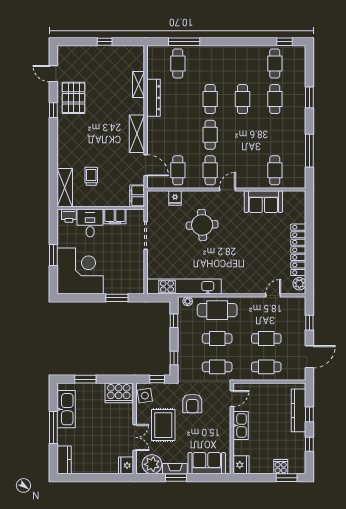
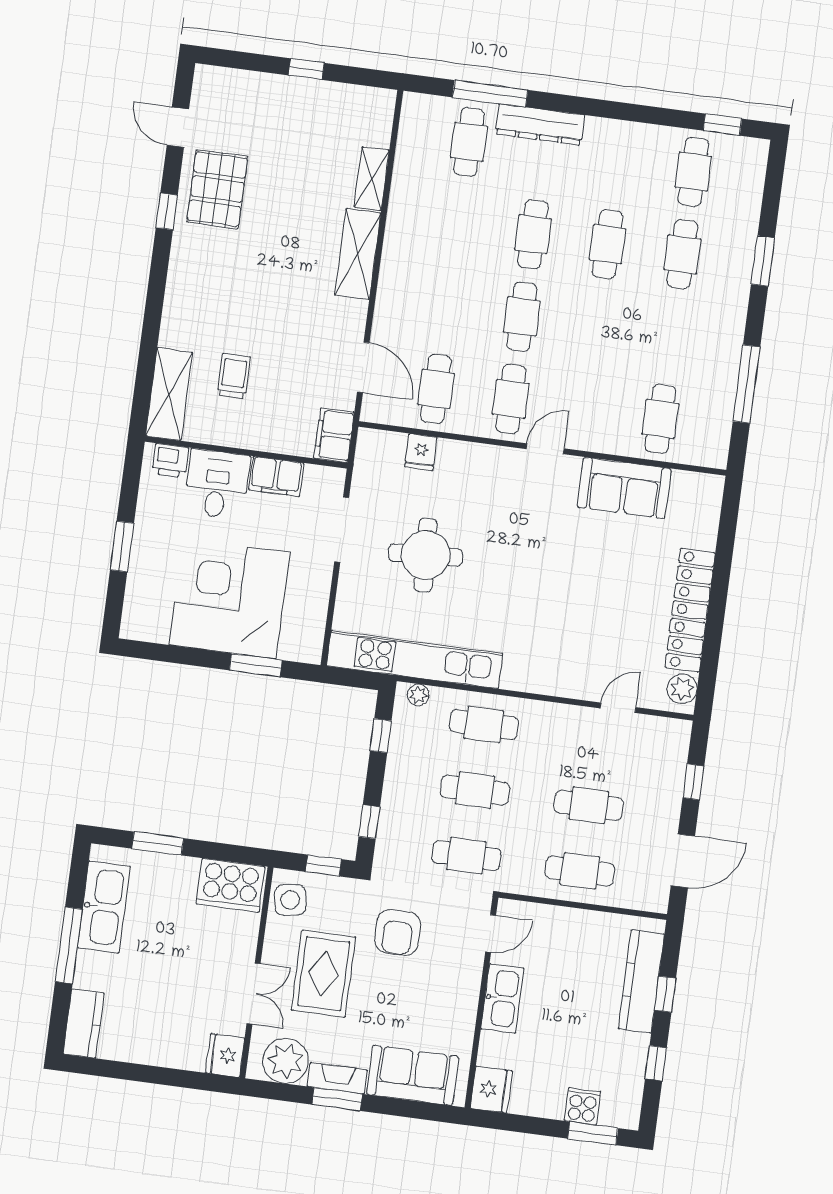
dresser: (154, 98) -> (540, 125), moved, turned 90
shelving: (137, 134) -> (358, 254), moved
round table: (202, 225) -> (426, 555), moved
corner desk: (80, 271) -> (230, 599), moved, turned -90
cafe table: (217, 310) -> (484, 724), width x0.73, depth x0.74

